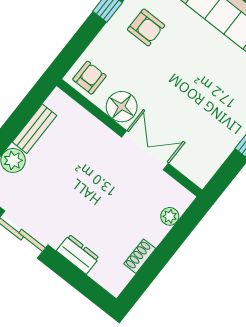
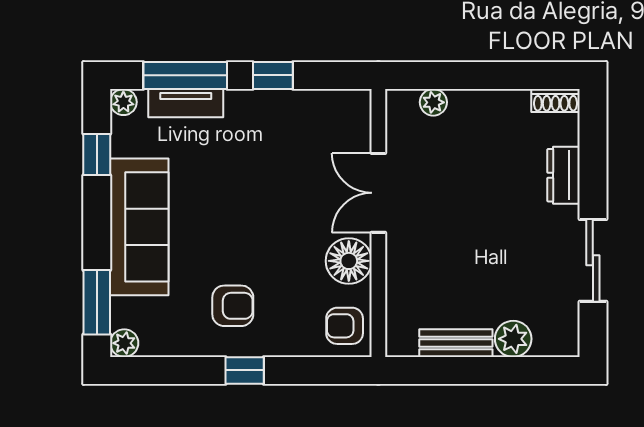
armchair: (146, 27) -> (233, 306), turned 90
shoe rack: (140, 256) -> (556, 101), moved

